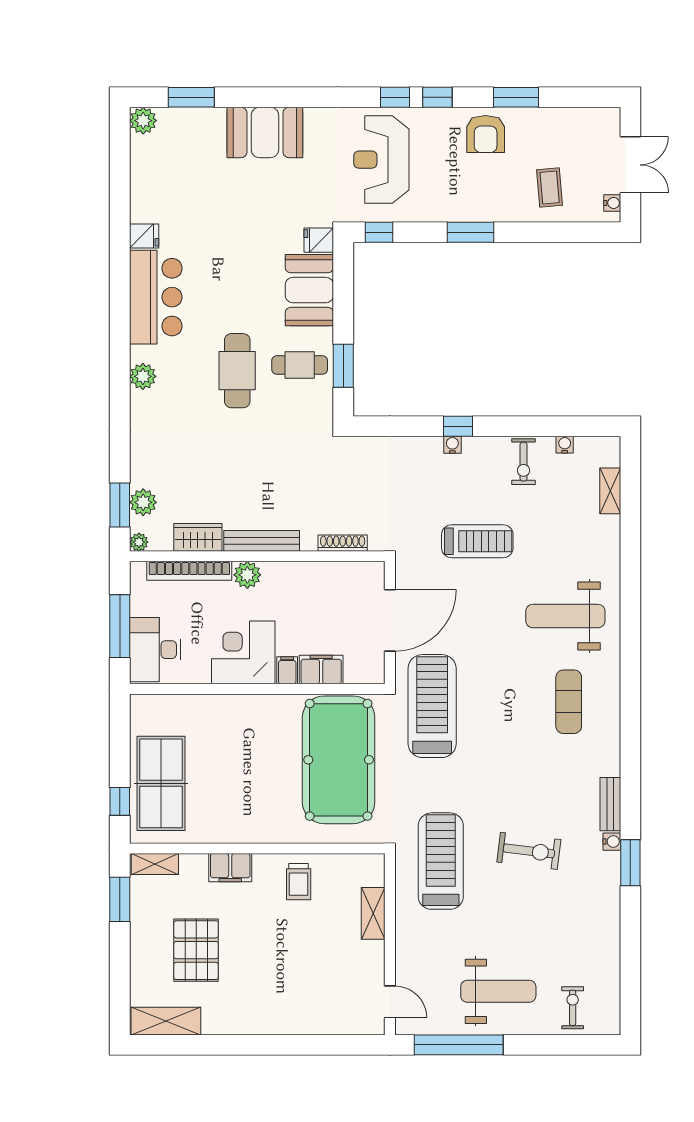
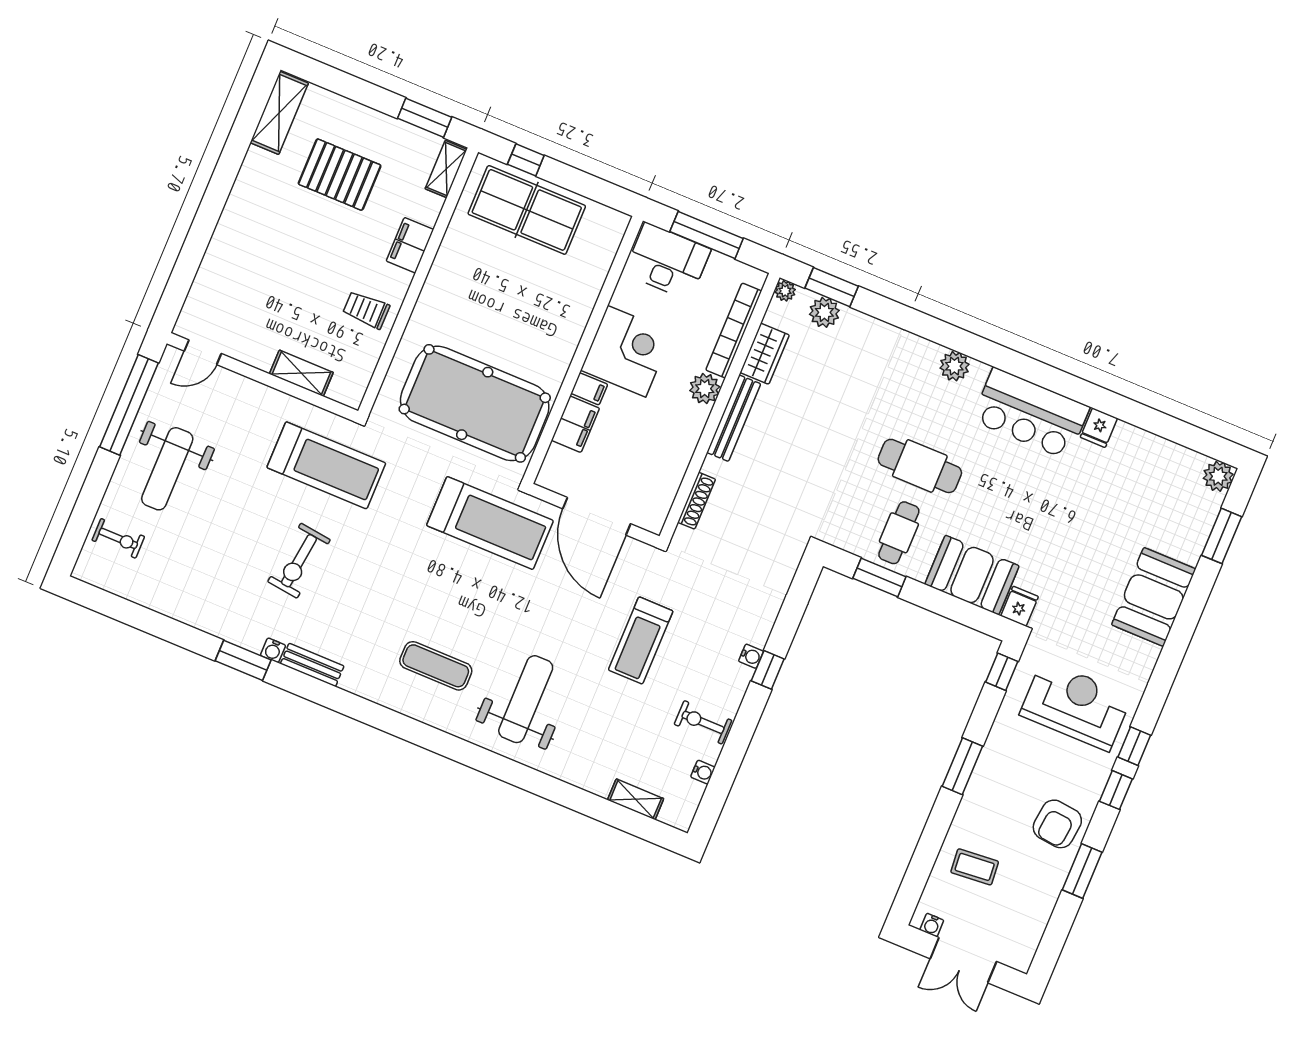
armchair: (486, 134) -> (1057, 824), turned -84

